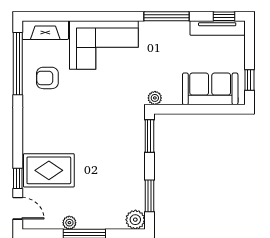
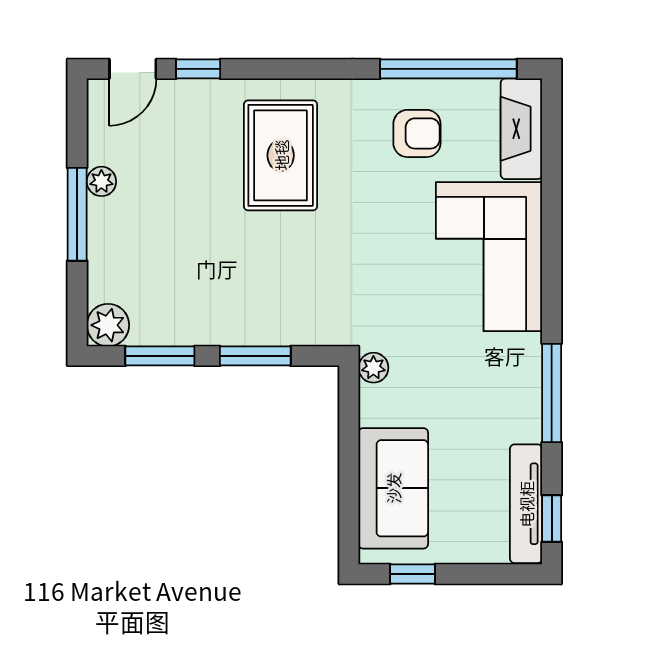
armchair: (47, 78) -> (417, 133), turned 90
window: (149, 136) -> (255, 356), moved
rug: (49, 170) -> (281, 155), moved

